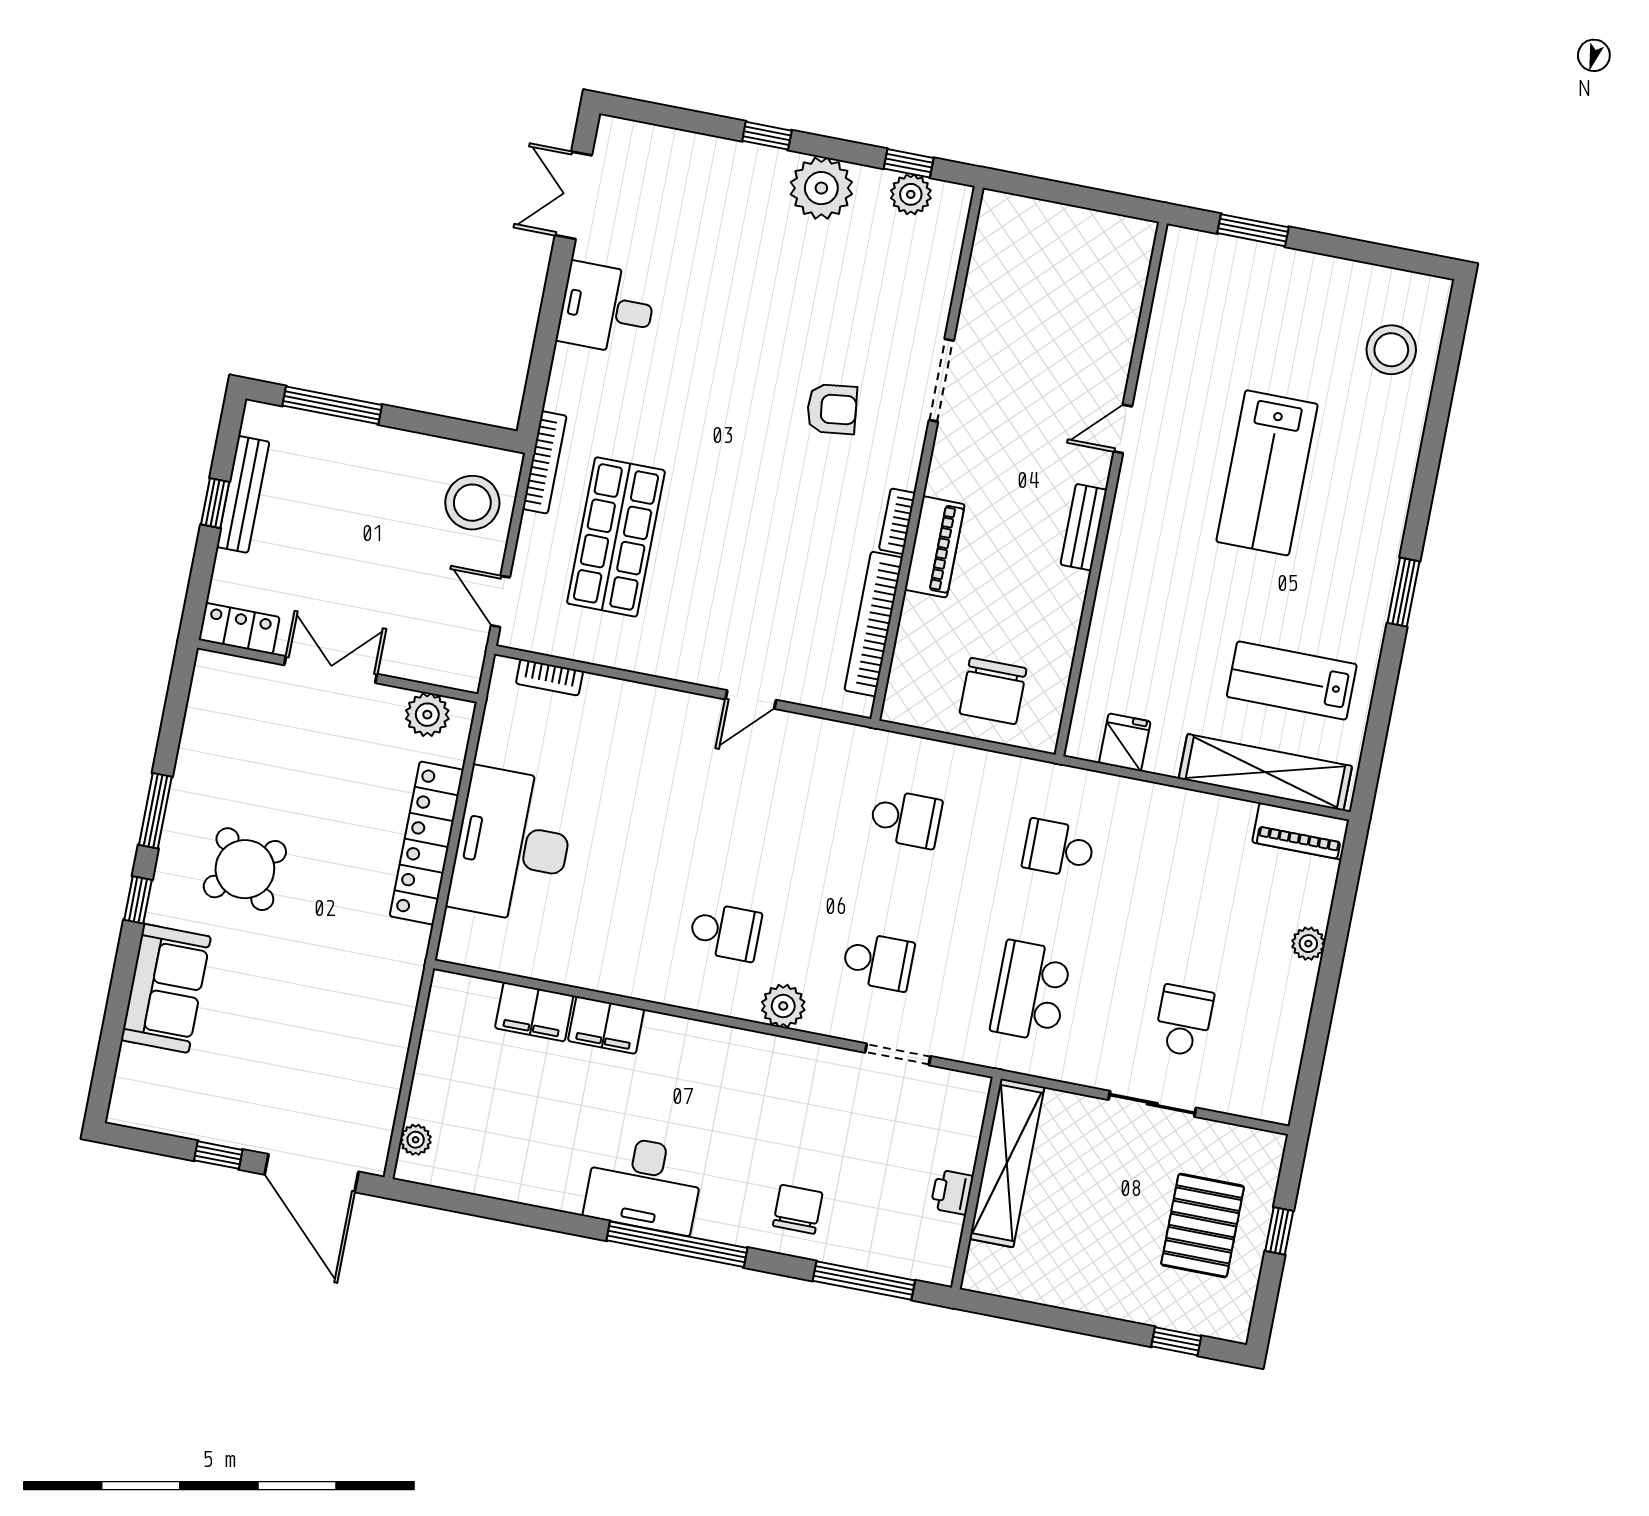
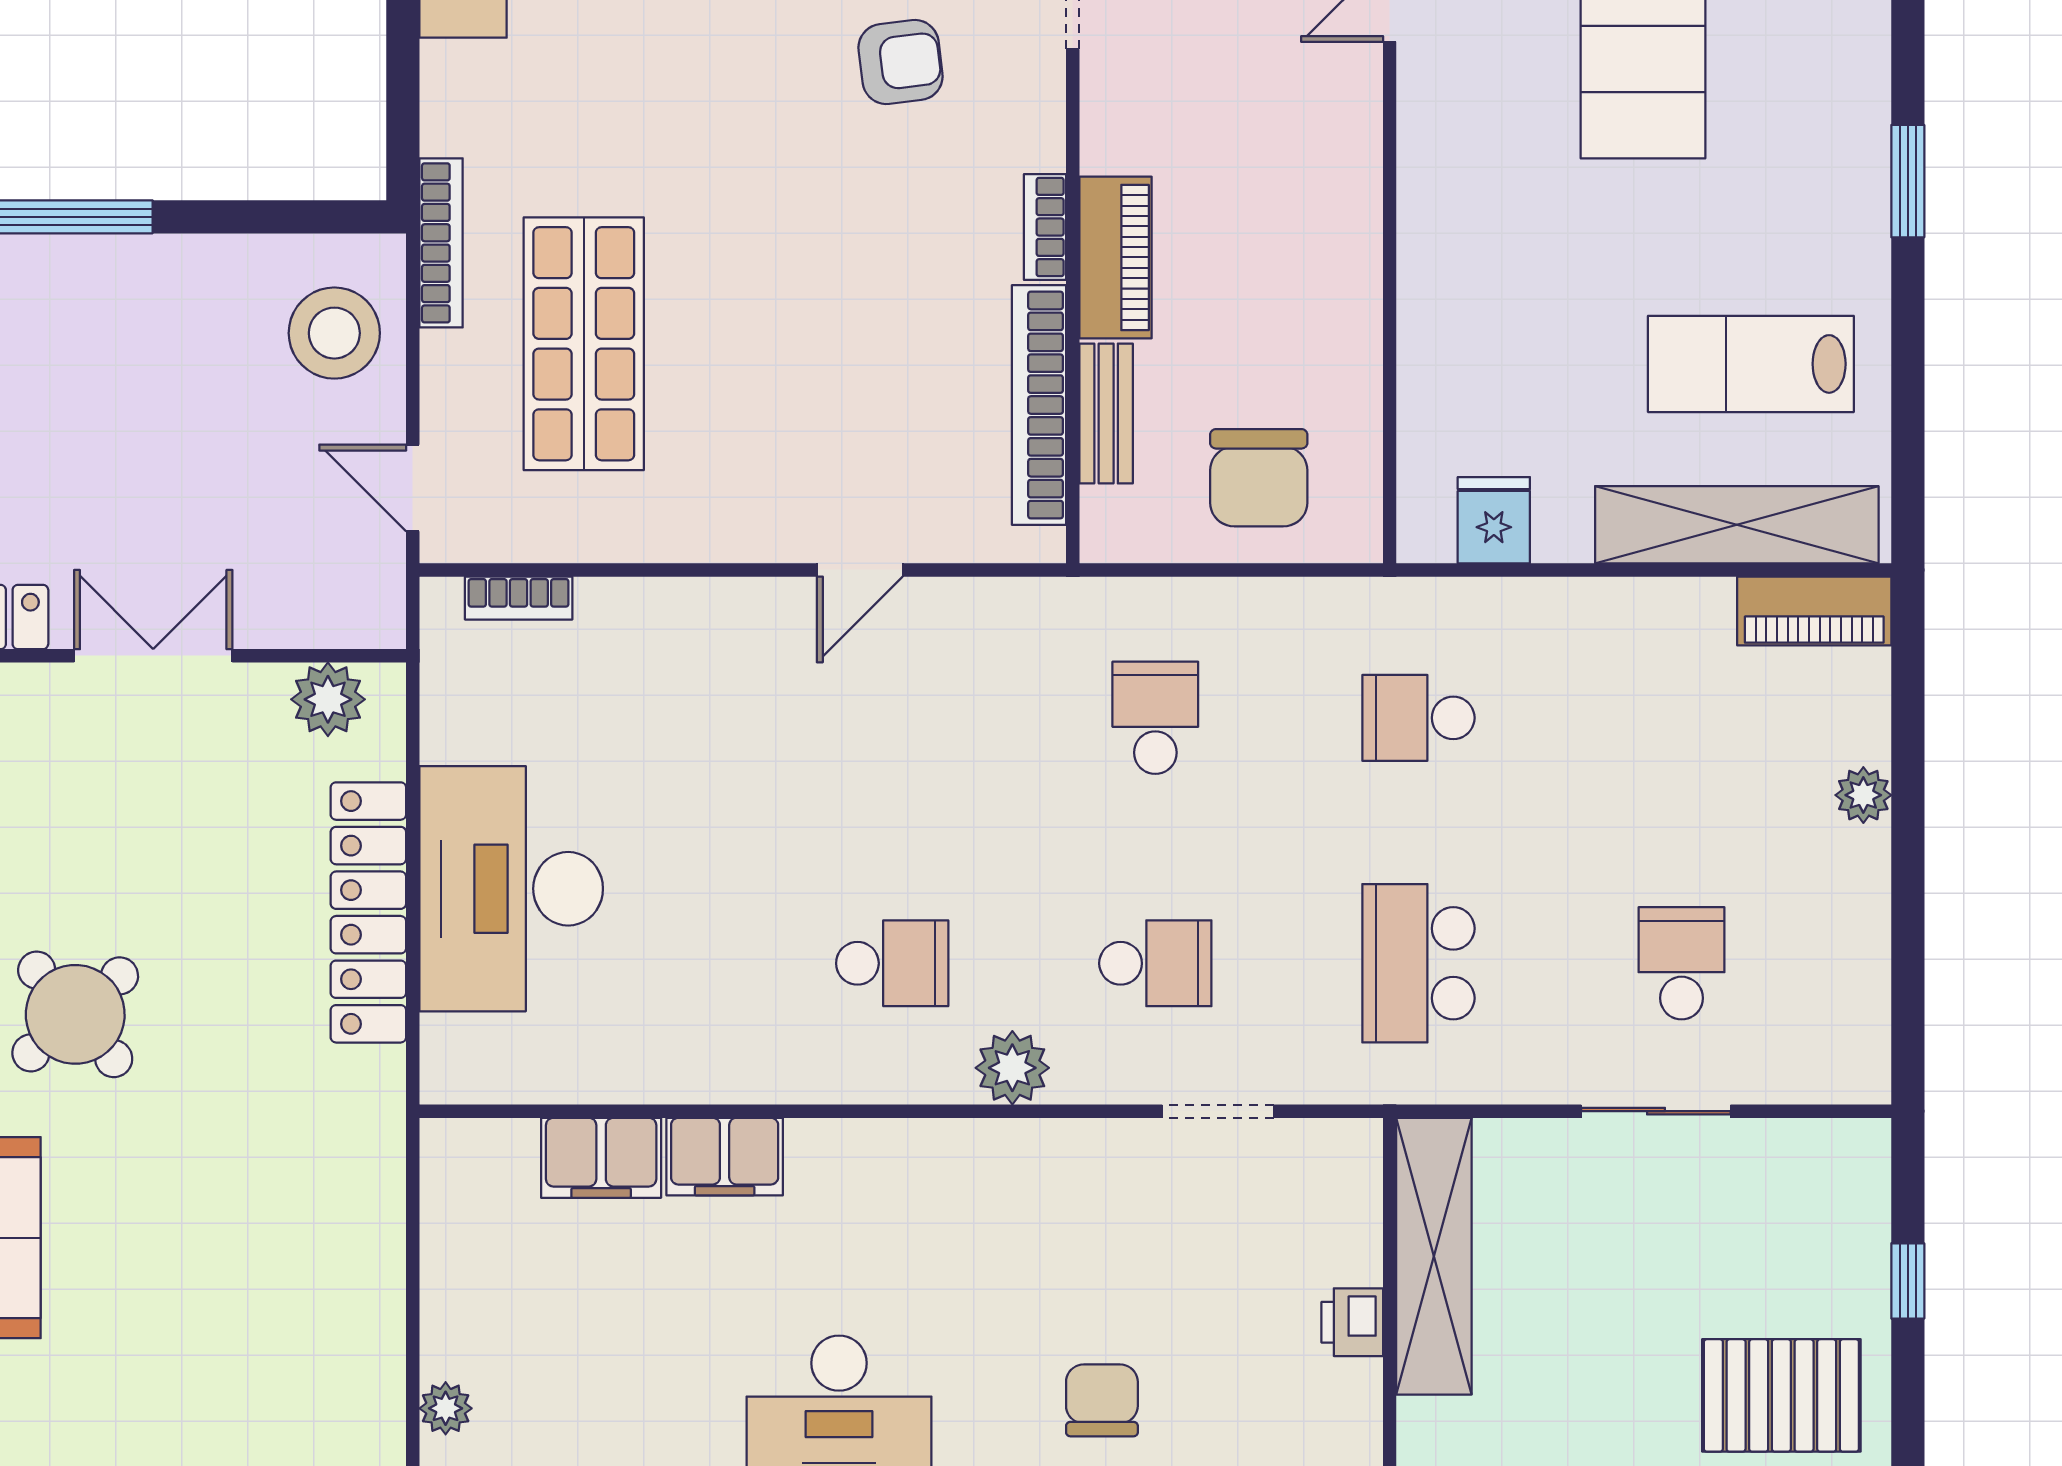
bench: (1084, 527) -> (1106, 413), moved
school desk: (906, 819) -> (1155, 718), turned -90
pallet: (1203, 1226) -> (1781, 1395), moved, turned 90

